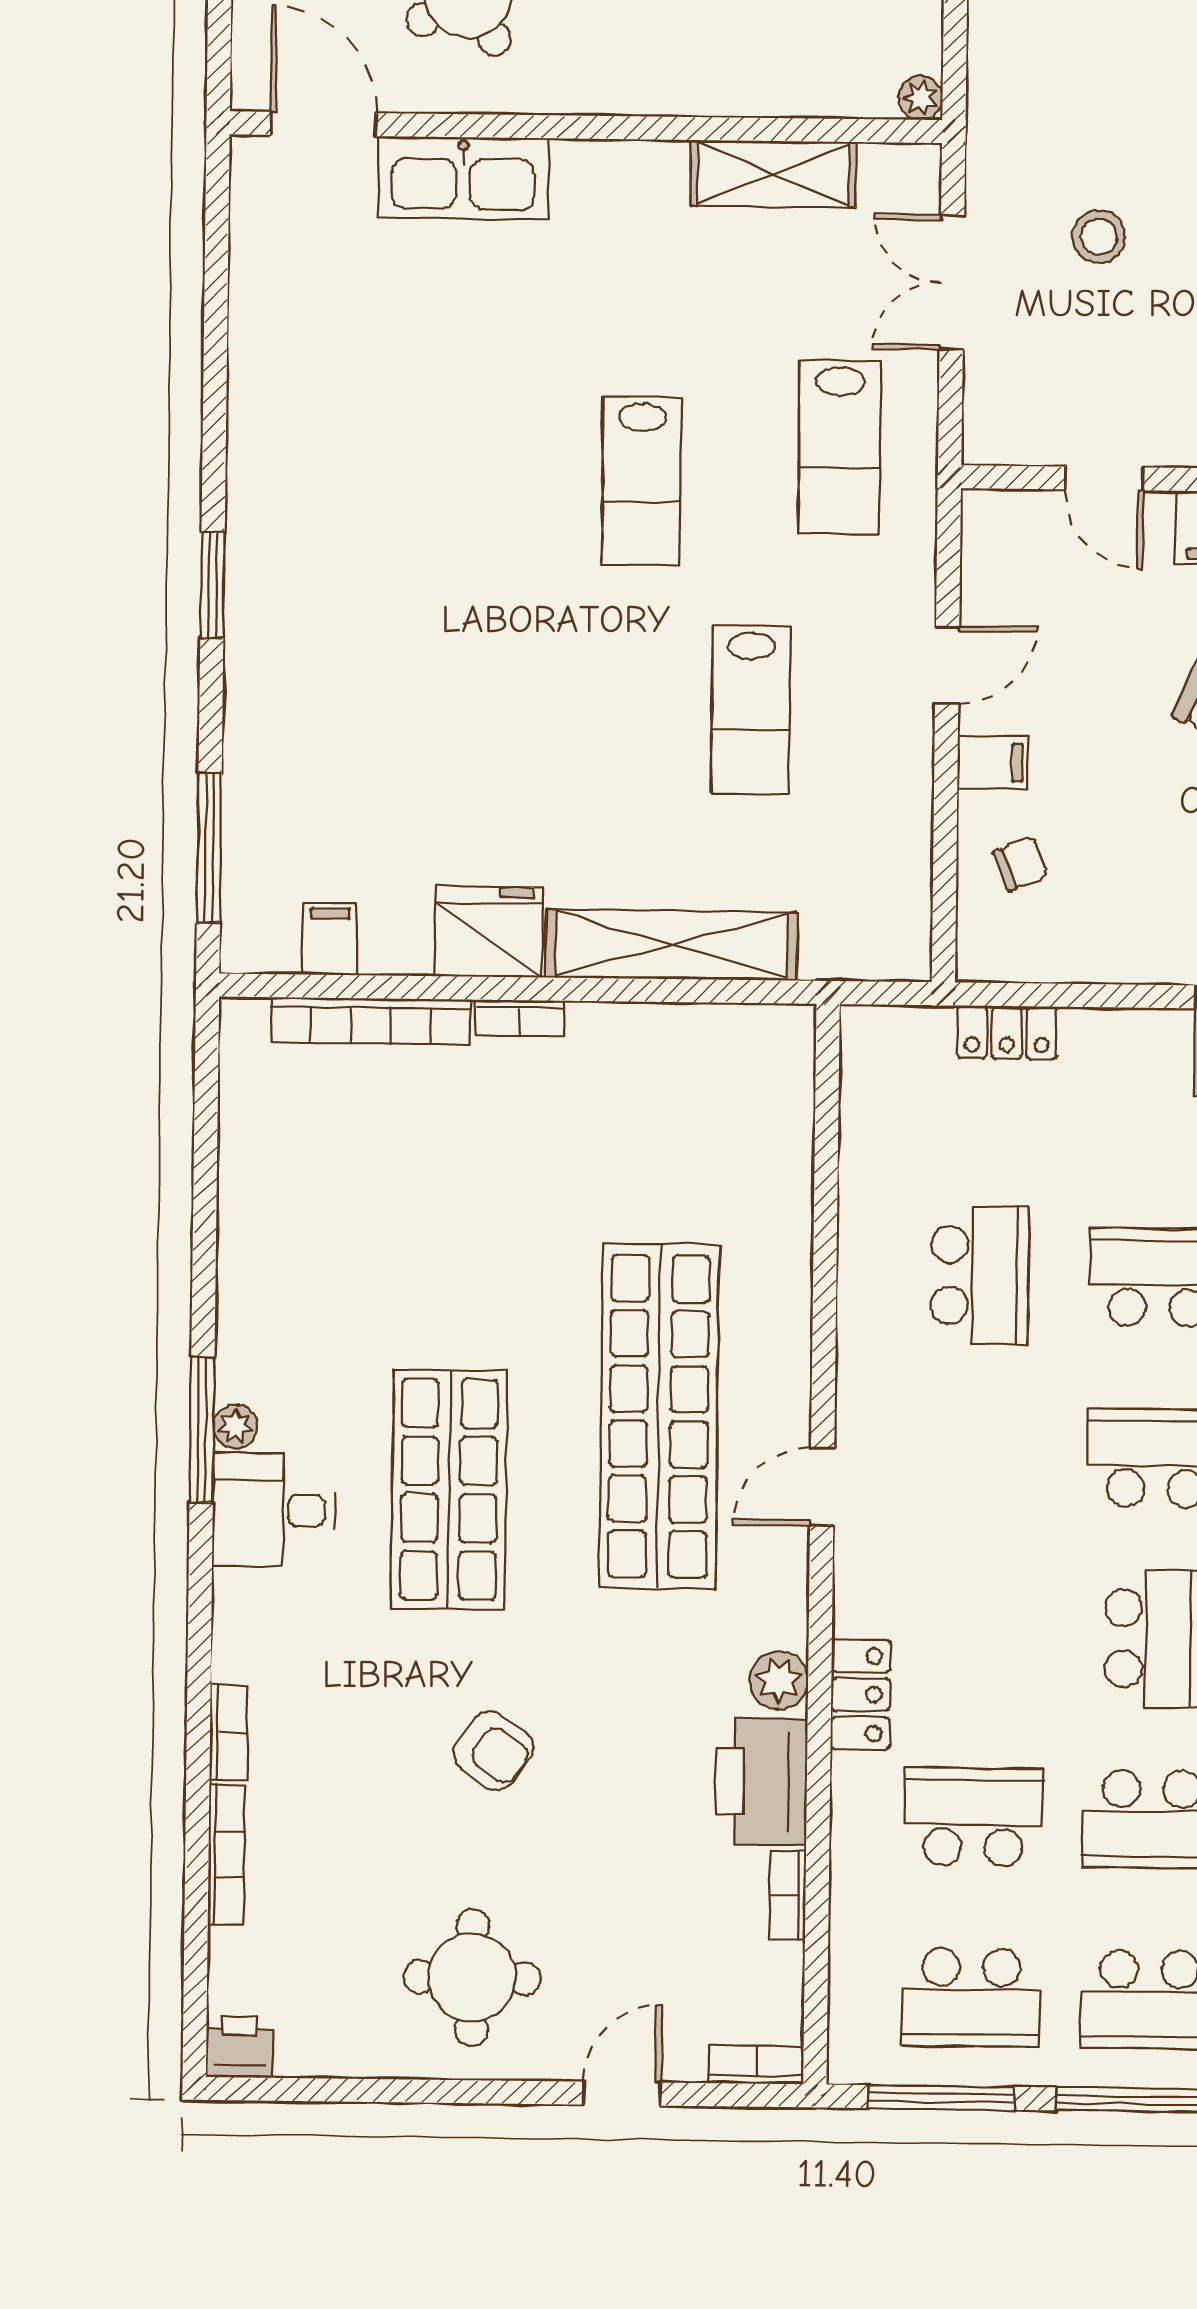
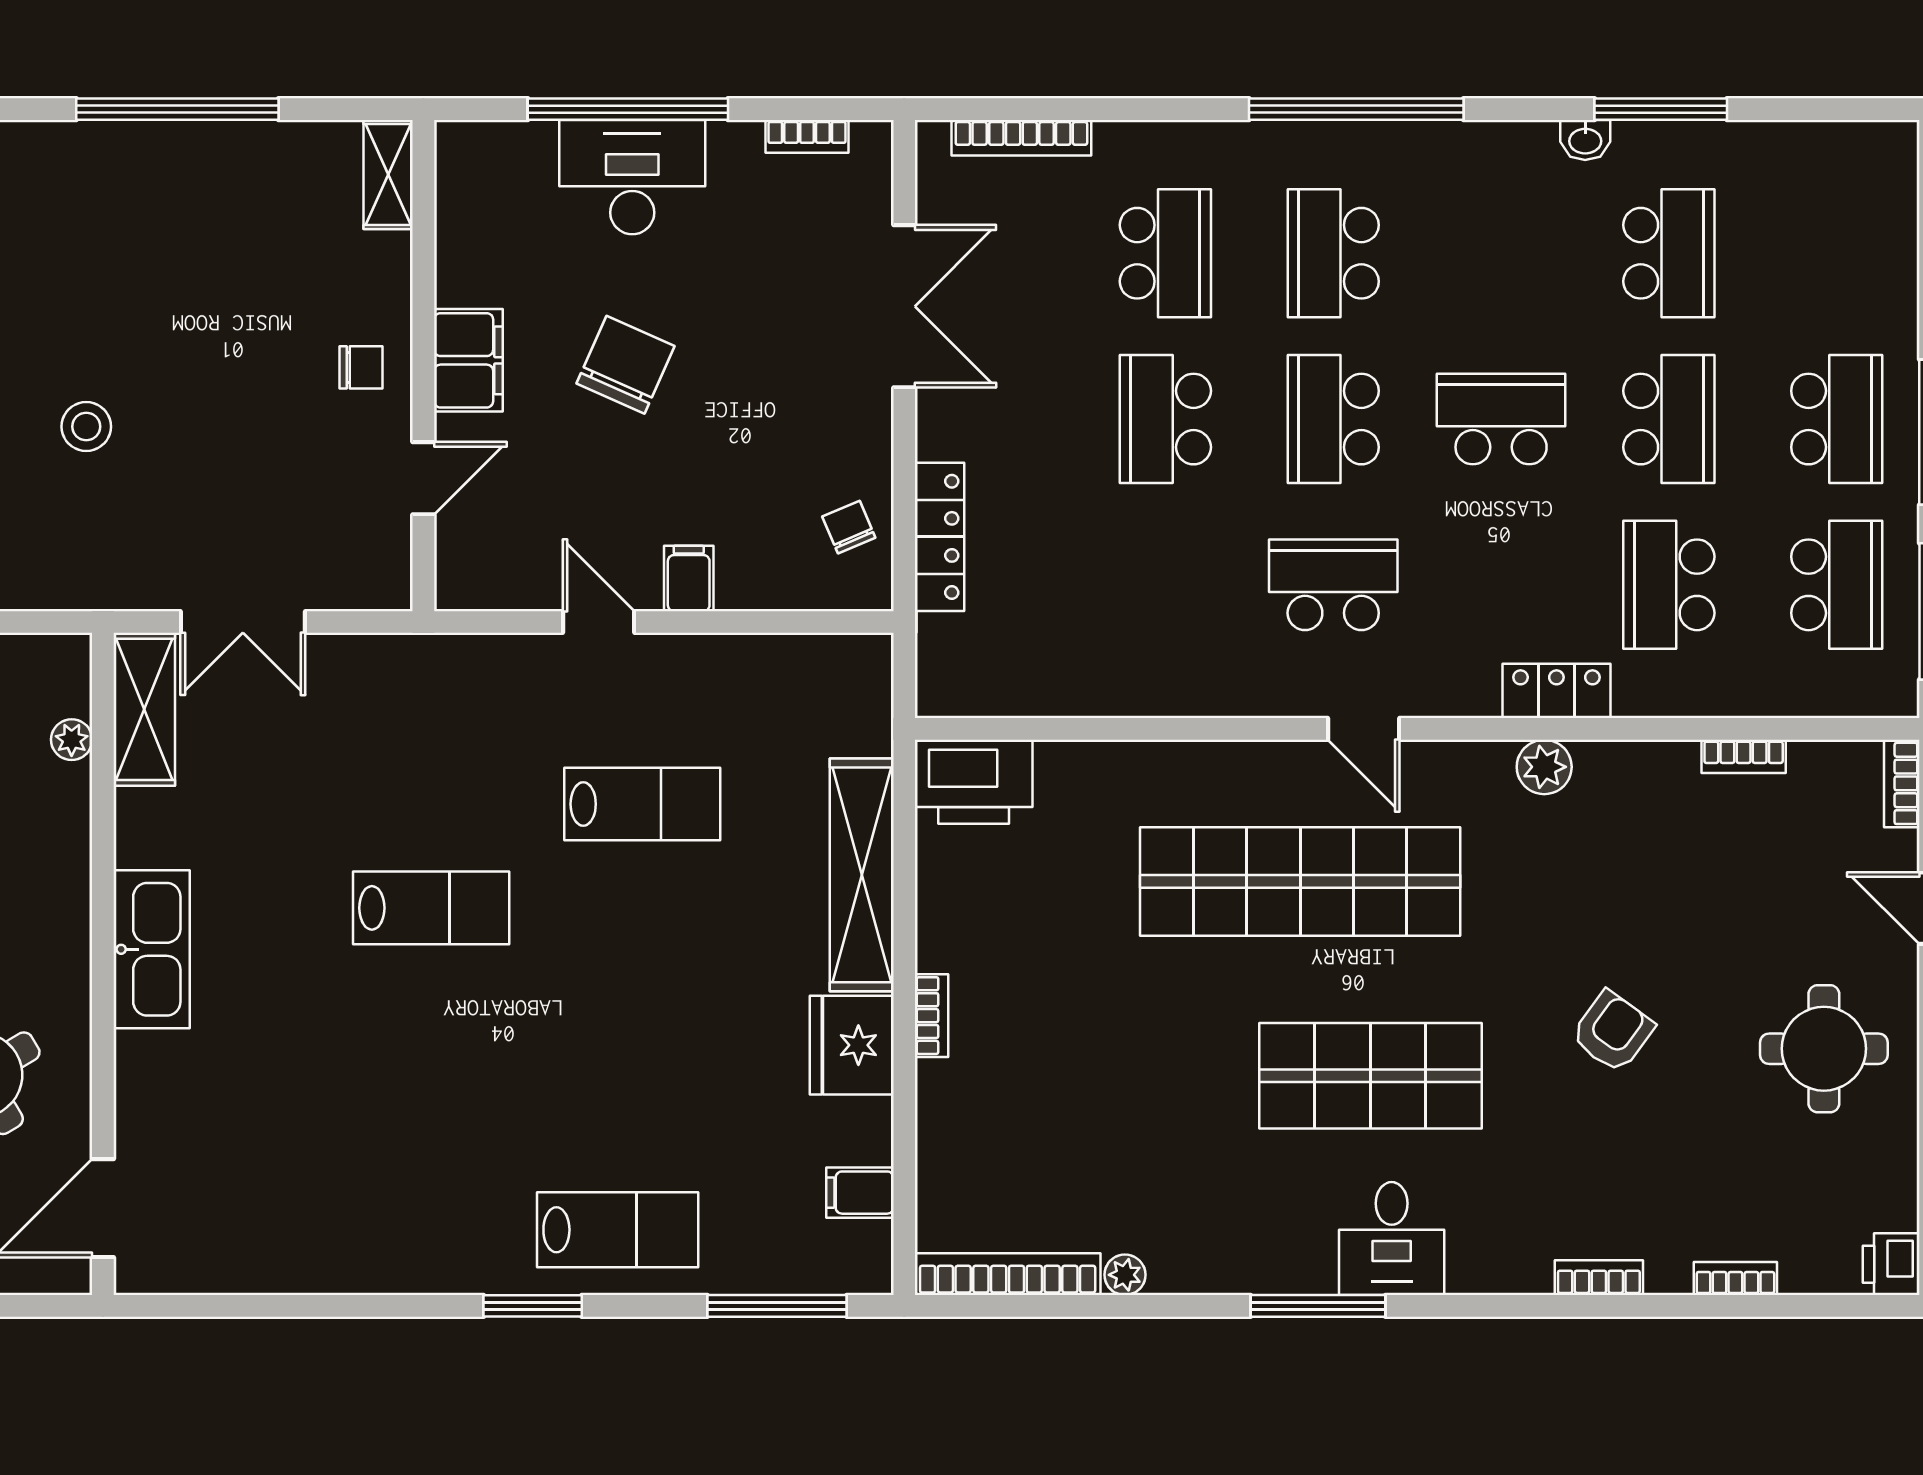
plant: (921, 98) -> (72, 740), moved
shelving: (773, 174) -> (144, 709), moved
kitchen sink: (463, 178) -> (152, 949), moved
stool: (1099, 237) -> (86, 427), moved
lab bench: (839, 447) -> (618, 1230), moved
chair: (1021, 864) -> (849, 527), moved
bookcase: (371, 1021) -> (1008, 1274), moved, turned -90
locker: (1007, 1033) -> (939, 537), width x1.53
school desk: (980, 1275) -> (1333, 585), moved
plant: (236, 1427) -> (1125, 1275), moved
printer: (762, 1782) -> (974, 782), moved
bookcase: (226, 1854) -> (1735, 1279), width x0.64

